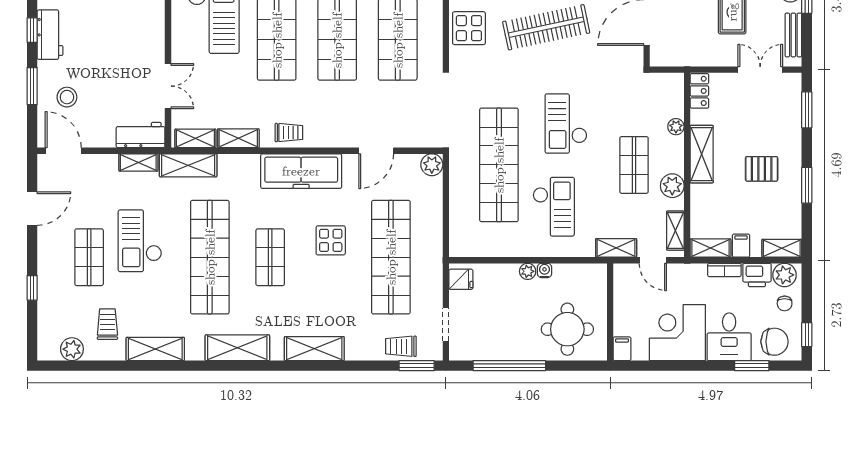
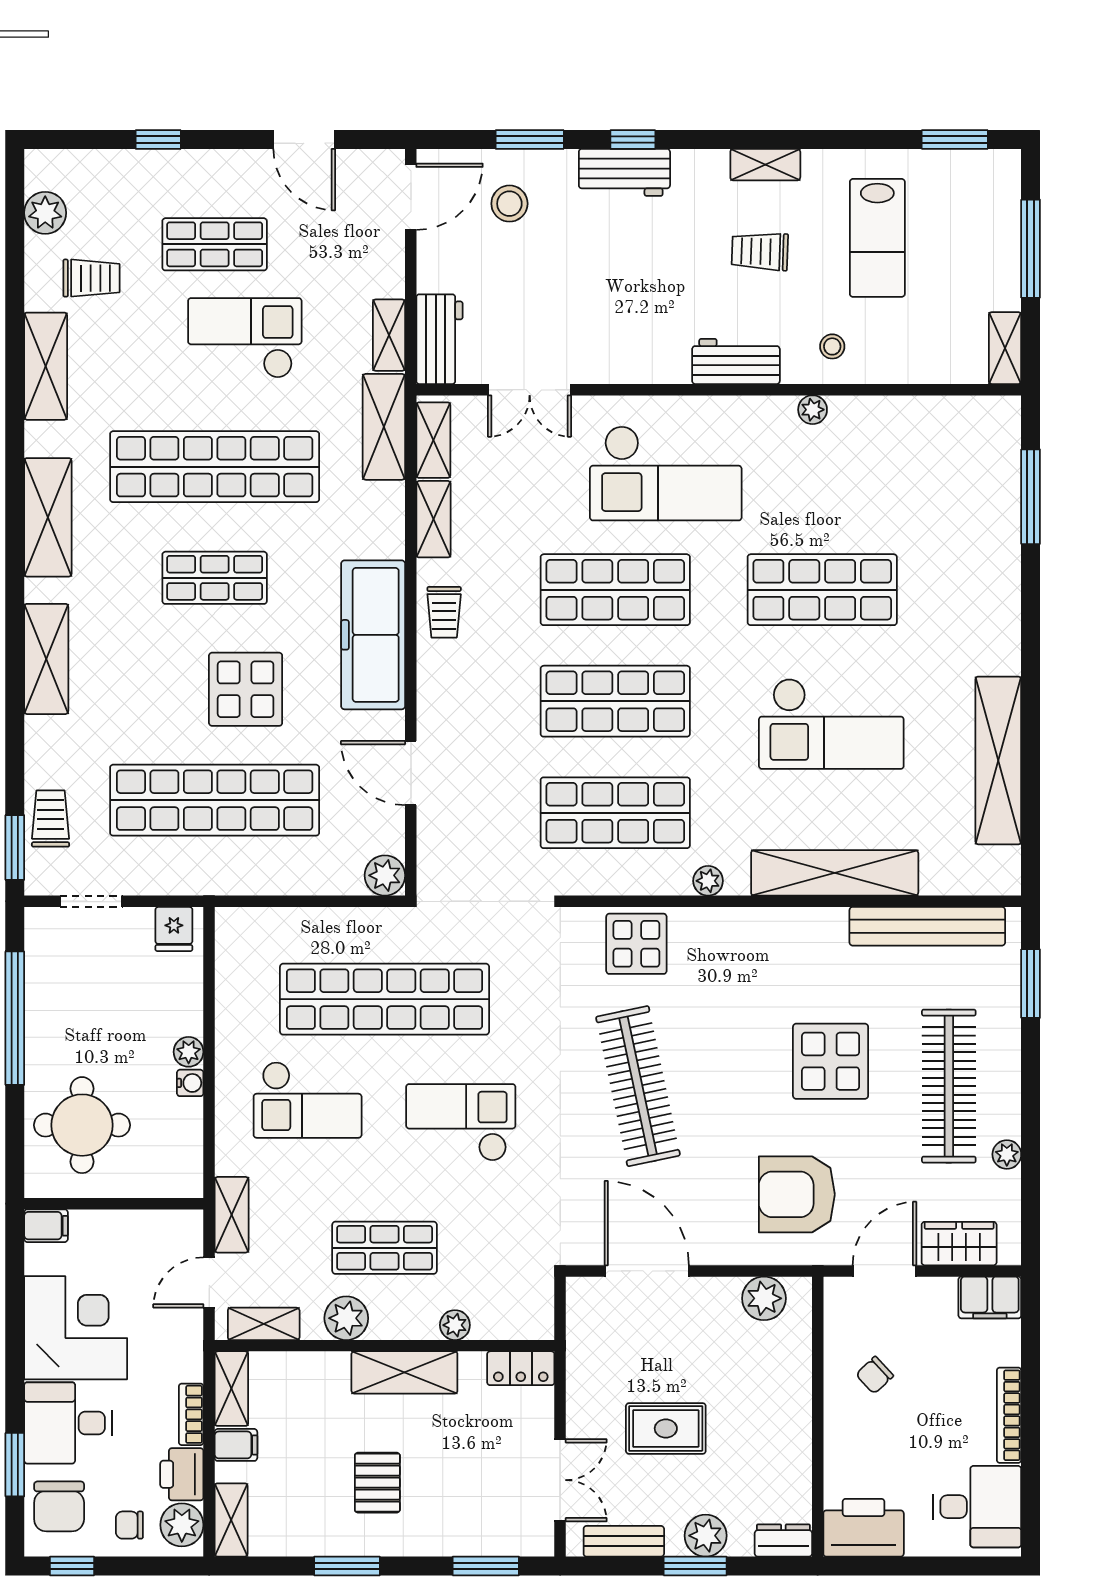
display table: (331, 240) -> (246, 689), width x1.36, depth x1.36

